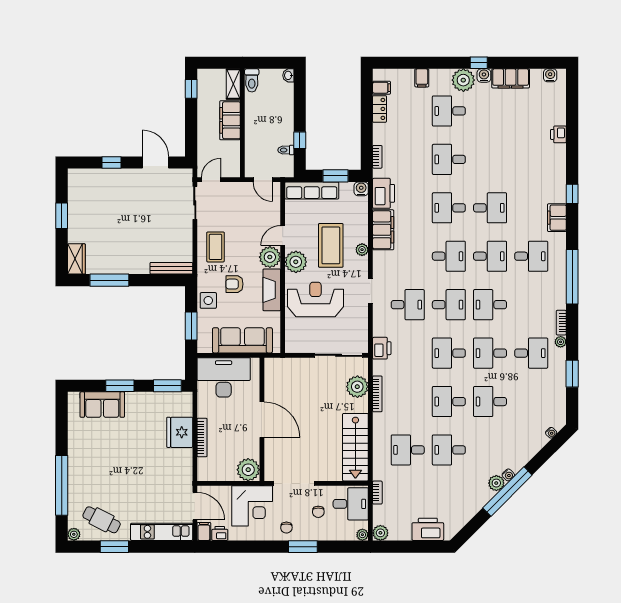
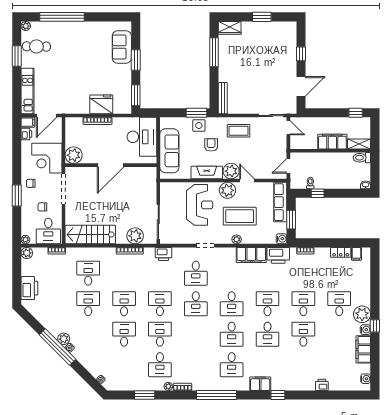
filing cabinet: (422, 78) -> (364, 284), removed
desk: (490, 305) -> (303, 334), moved
window: (191, 326) -> (197, 113), moved
cafe table: (102, 520) -> (36, 46), turned 64

